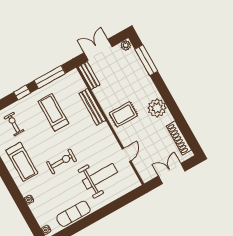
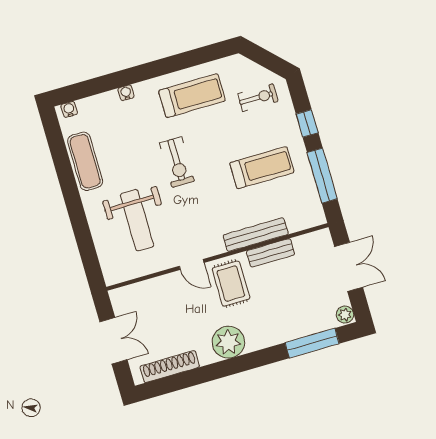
bench: (89, 76) -> (270, 253), moved
door: (127, 155) -> (192, 264), moved
treadmill: (22, 162) -> (192, 96), turned 180

